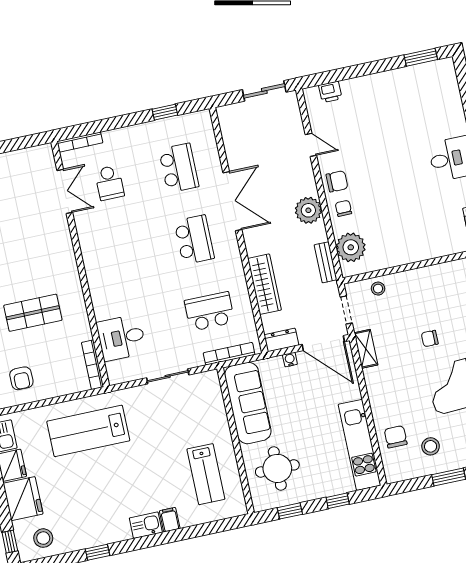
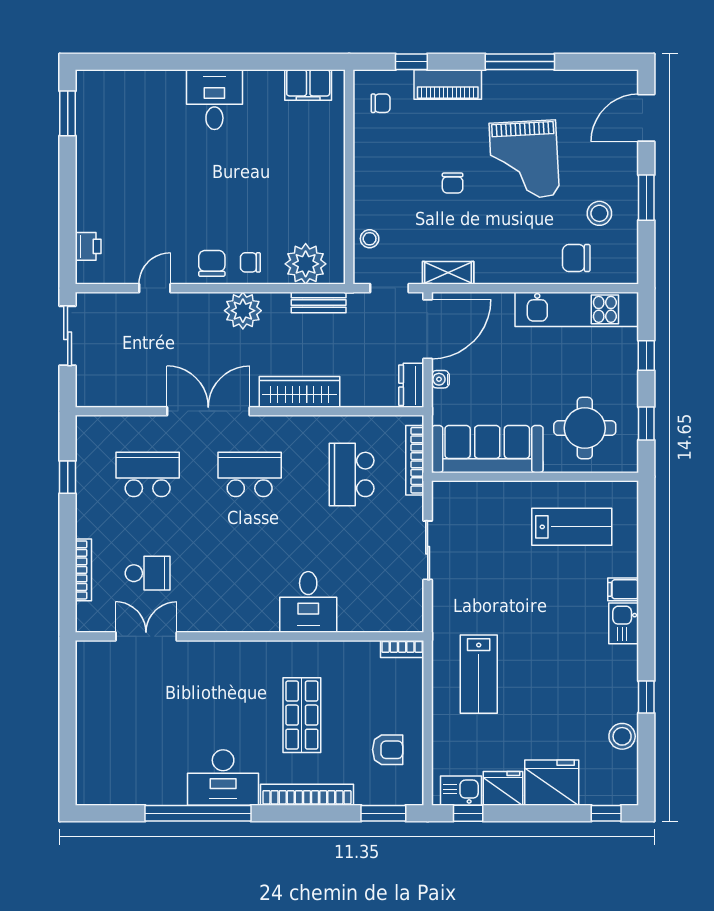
bookcase: (80, 142) -> (83, 570), moved
wardrobe: (265, 284) -> (300, 392), moved
desk: (121, 338) -> (308, 602), moved
bookcase: (93, 365) -> (402, 649), width x0.64
lab bench: (88, 431) -> (479, 674), width x0.73, depth x0.72
stool: (43, 538) -> (622, 736), moved

